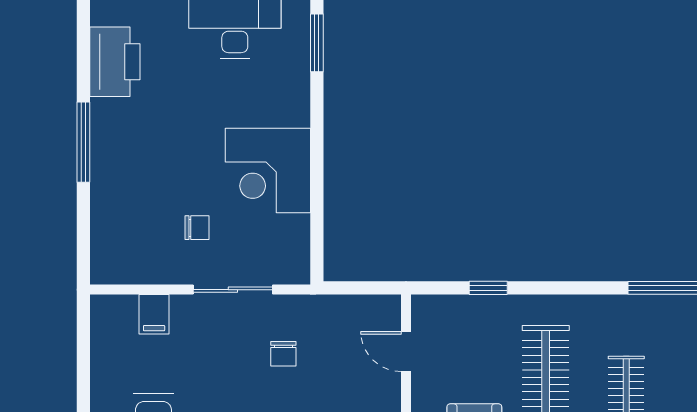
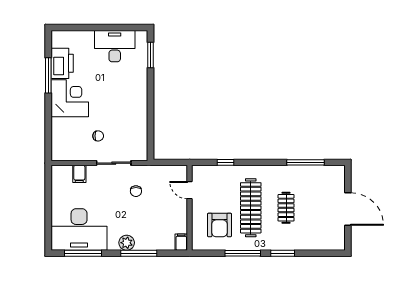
window: (83, 142) -> (48, 75), moved
corner desk: (268, 170) -> (70, 98), moved, turned 180

